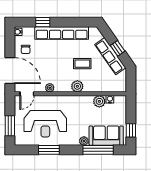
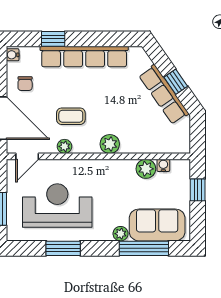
coffee table: (82, 64) -> (71, 116), moved
reception desk: (45, 124) -> (57, 205), turned 180
window: (131, 130) -> (198, 190), moved

